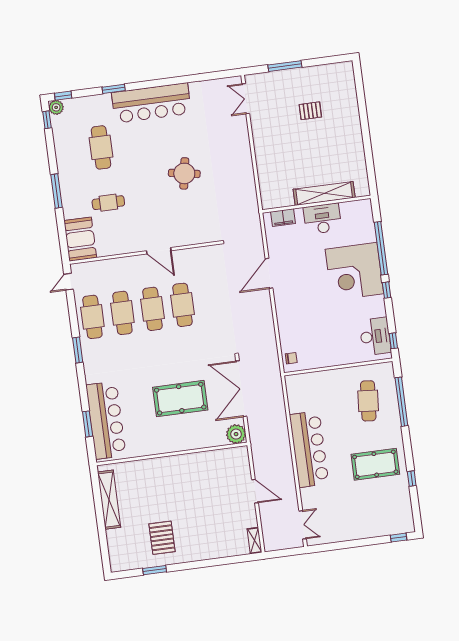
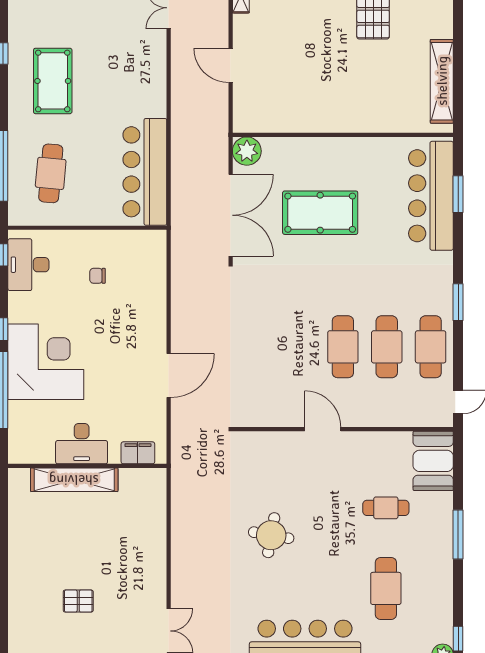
cafe table: (182, 305) -> (299, 347), removed
chair: (291, 358) -> (98, 276), moved
bar counter: (309, 449) -> (145, 172), moved
pool table: (375, 464) -> (53, 81), turned 90

